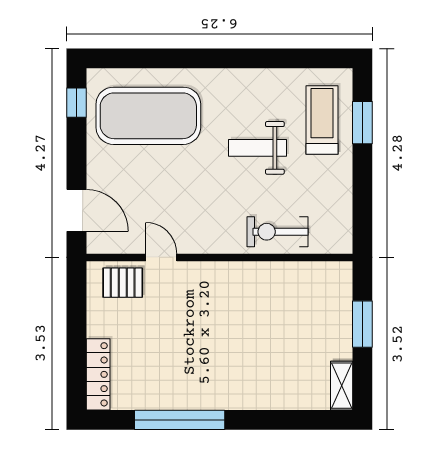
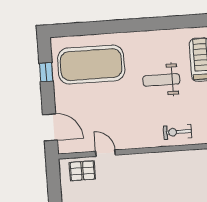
window: (77, 103) -> (46, 72), moved
exercise bike: (278, 232) -> (178, 132), width x0.73, depth x0.72

